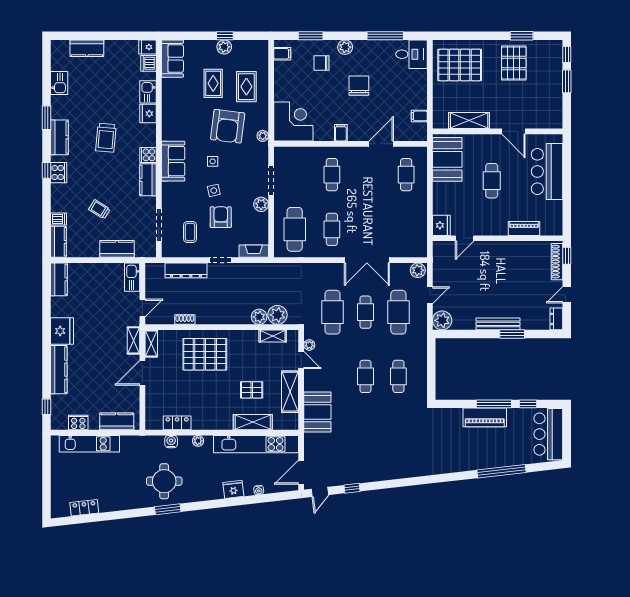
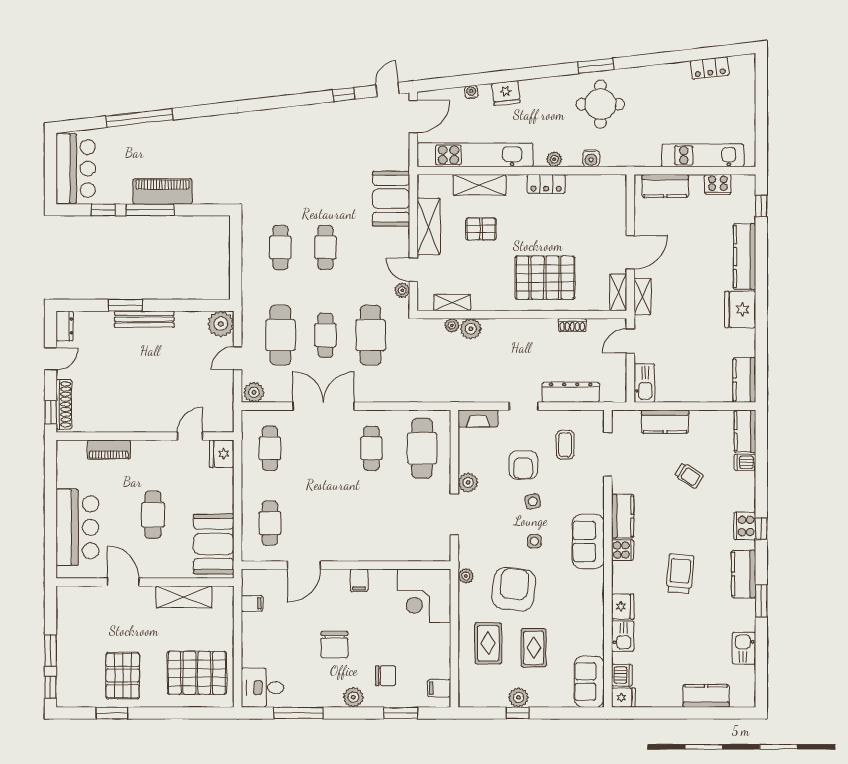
cafe table: (332, 175) -> (270, 448), moved
plant: (277, 315) -> (452, 325), width x0.53, depth x0.53
locker: (177, 423) -> (546, 184), moved

